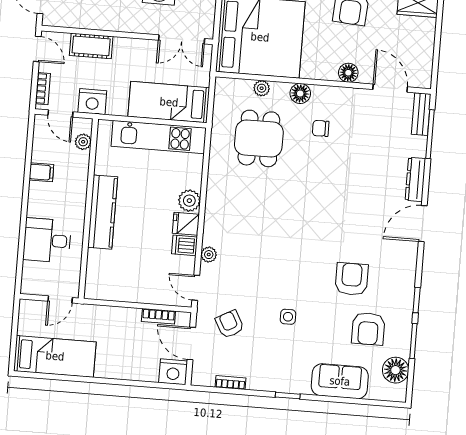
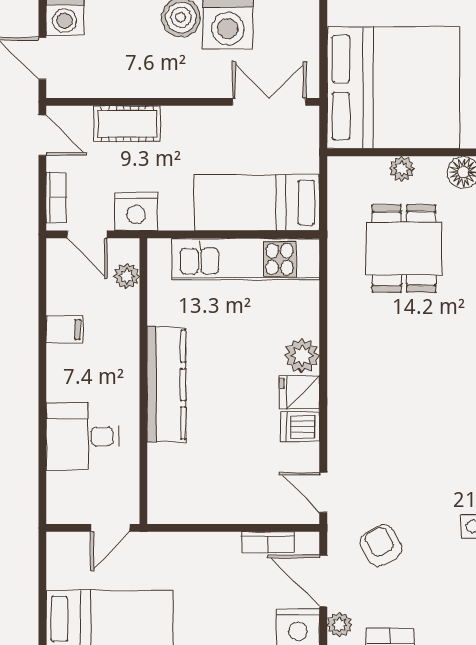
double door: (182, 39) -> (269, 102), swing flipped
plant: (209, 255) -> (339, 625), moved

